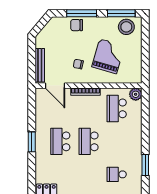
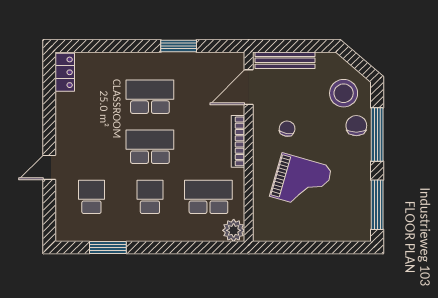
stool: (126, 27) -> (344, 93), moved
school desk: (117, 141) -> (150, 197), added
window: (32, 142) -> (179, 46), moved

